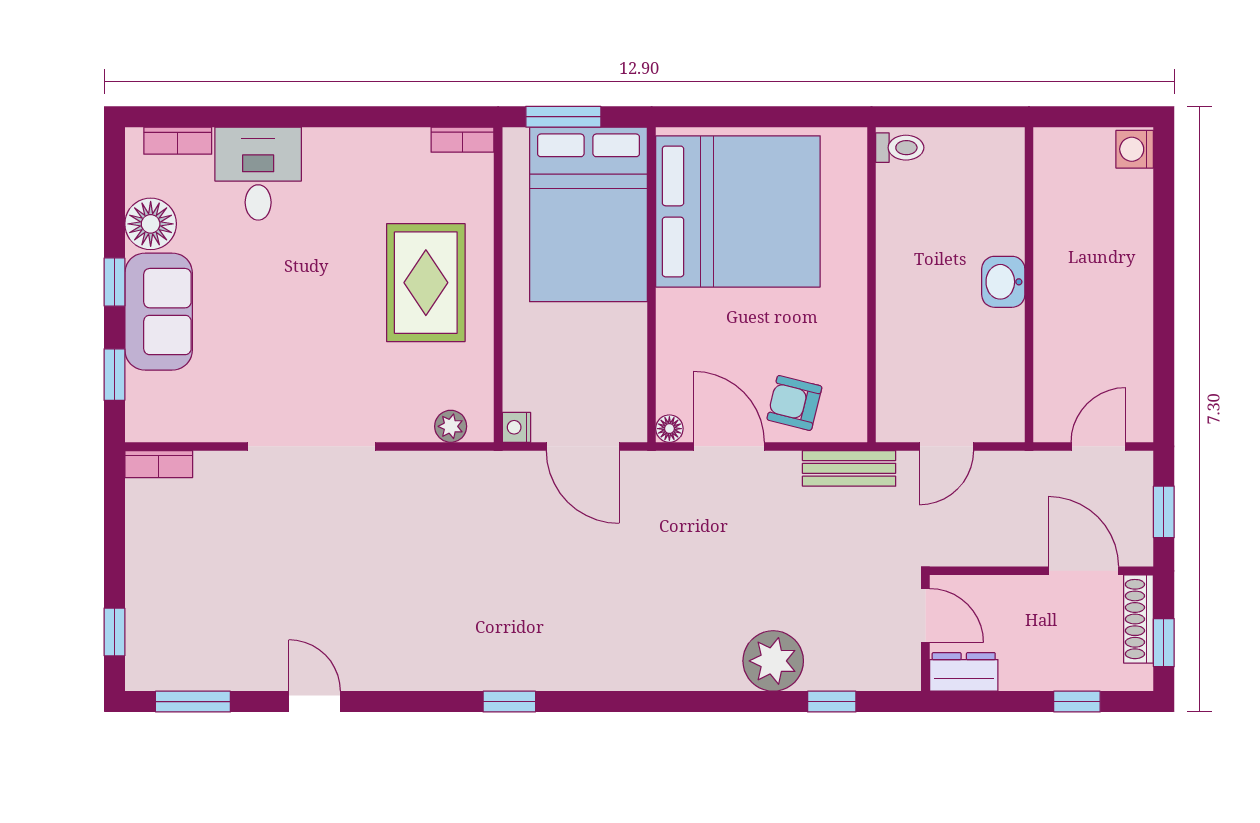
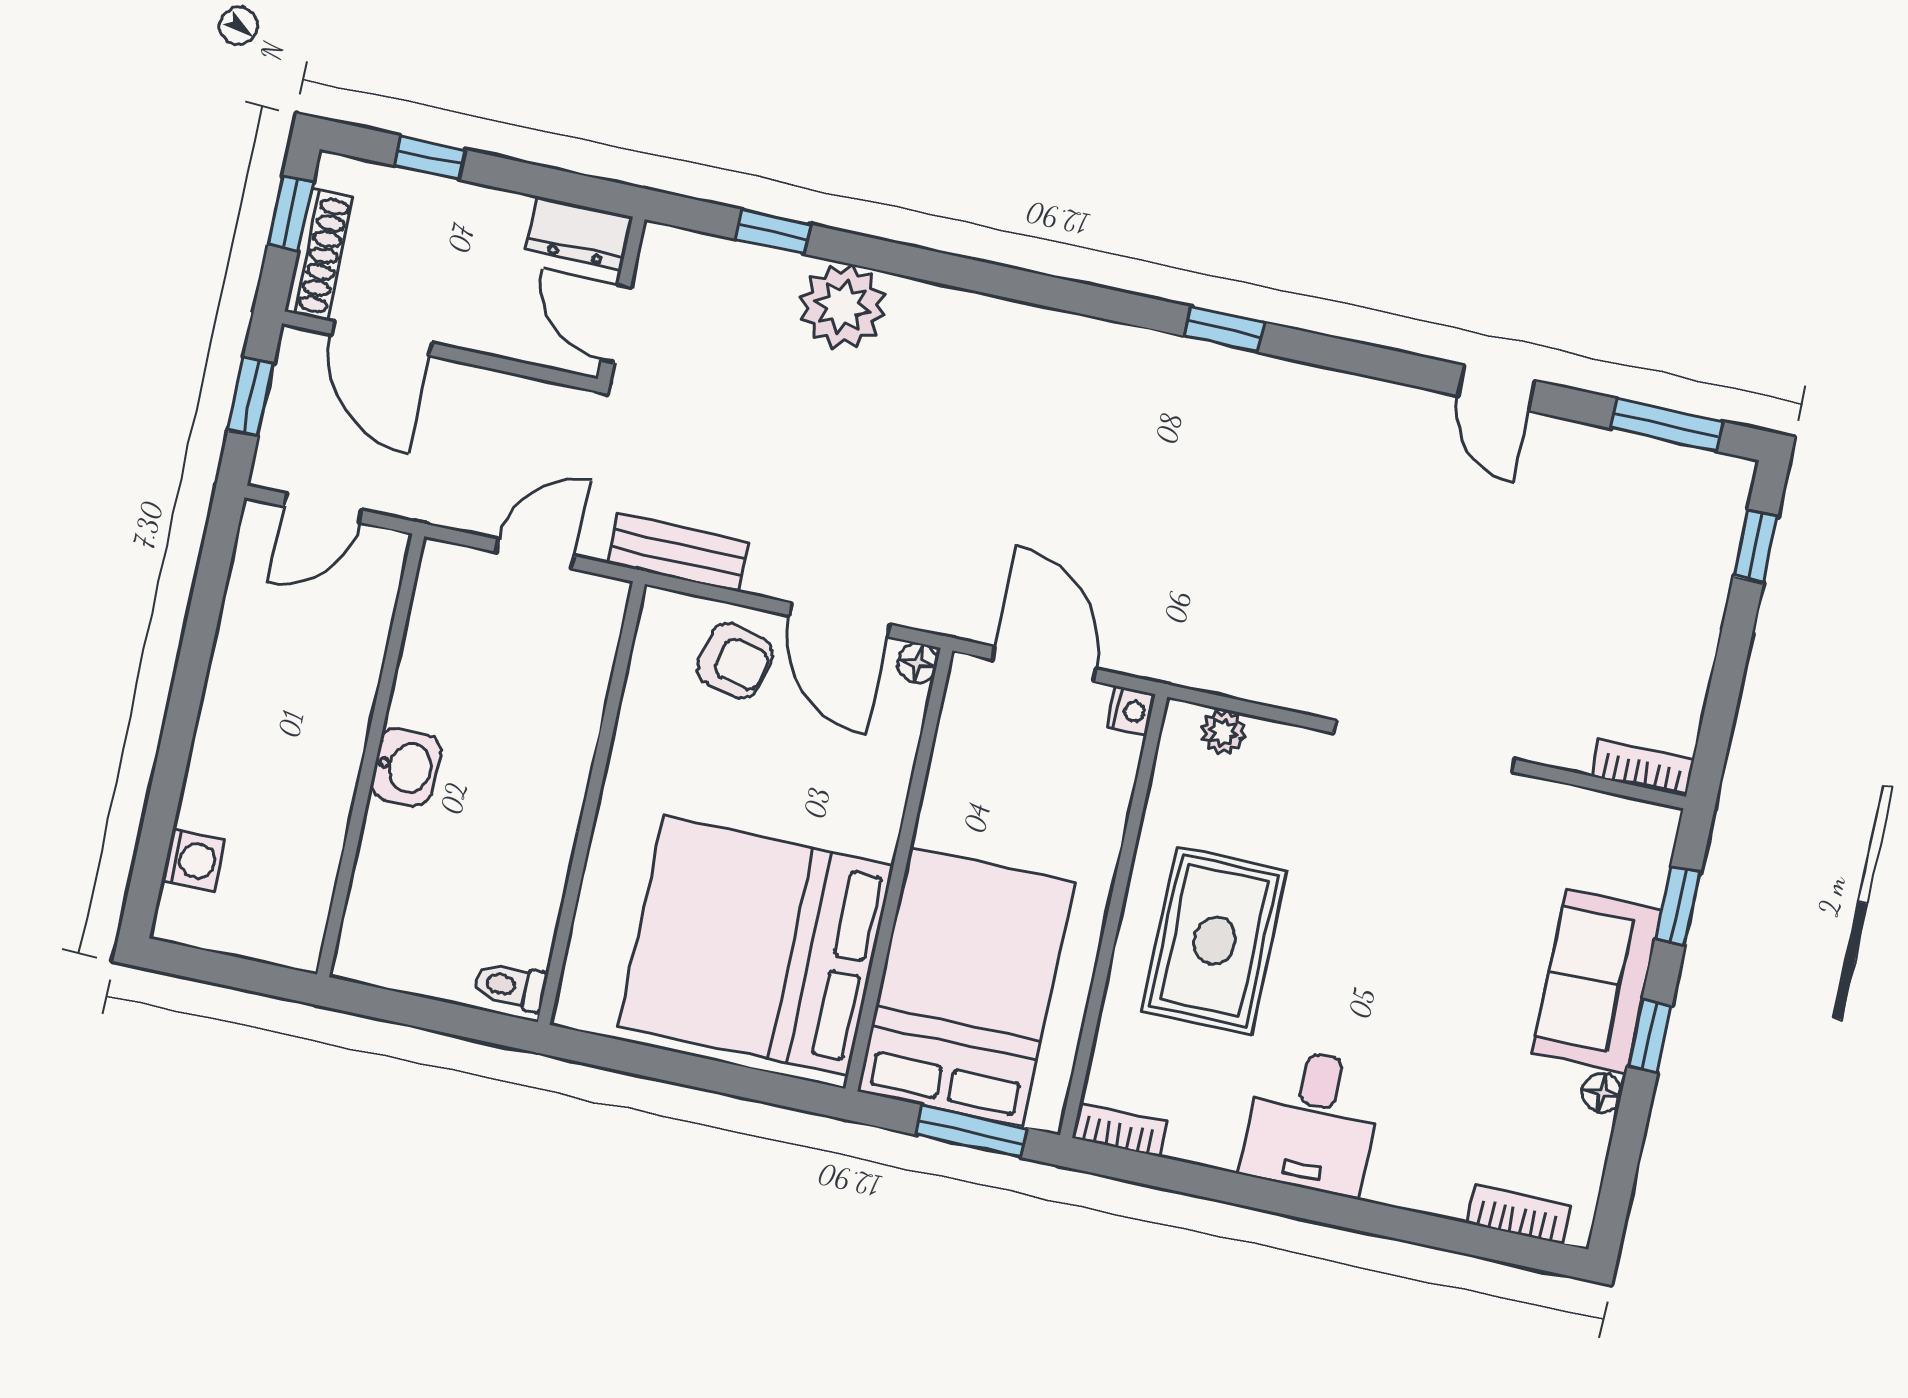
washing machine: (1135, 149) -> (193, 860), moved
desk: (258, 174) -> (1312, 1122), moved
floor lamp: (151, 224) -> (1602, 1093), width x0.53, depth x0.53

